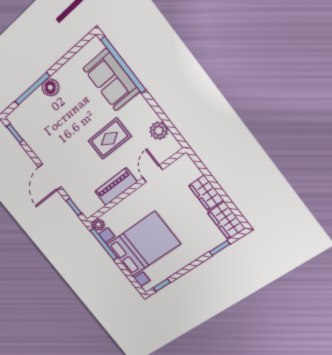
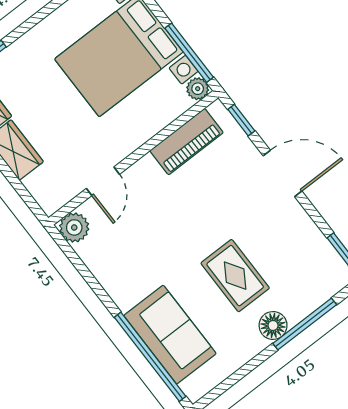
plant: (159, 131) -> (74, 227), moved
rug: (109, 139) -> (235, 276), moved, turned 90
door: (50, 177) -> (282, 173), hinge flipped
piano: (116, 187) -> (187, 142), moved

